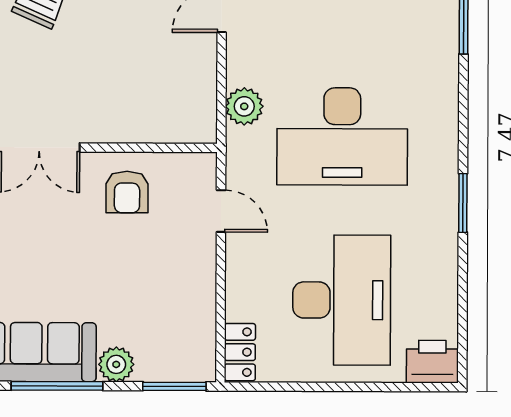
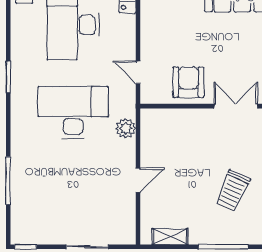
armchair: (127, 192) -> (188, 82), width x1.38, depth x1.38

